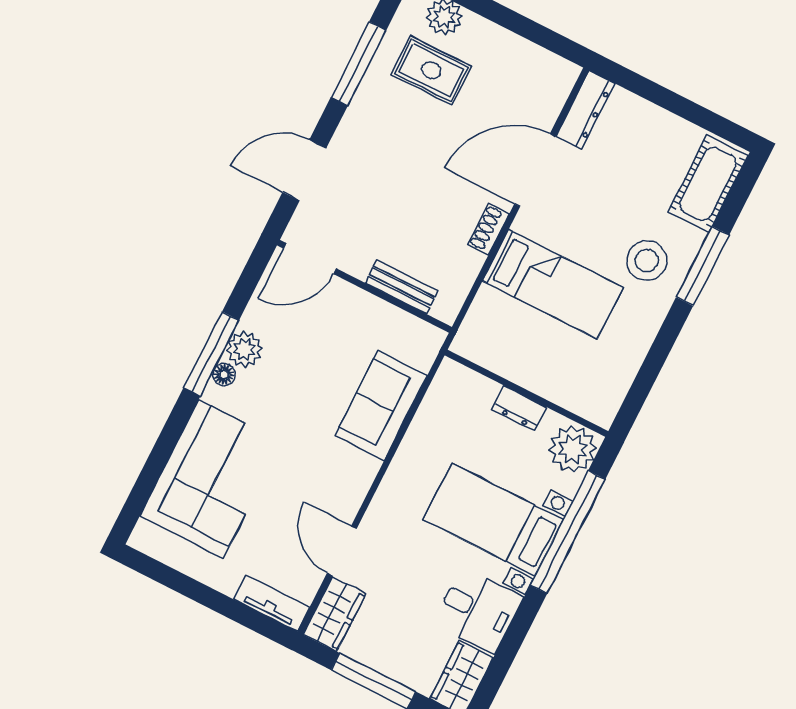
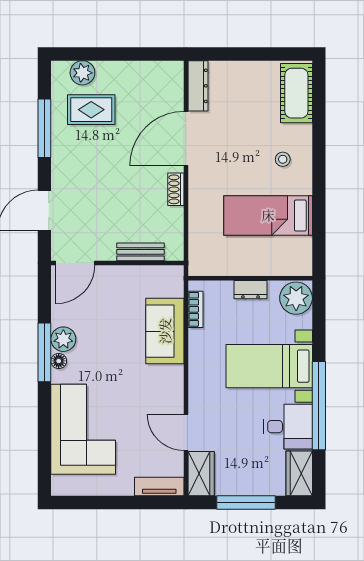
stool: (647, 261) -> (283, 159), width x0.53, depth x0.53
window: (703, 266) -> (319, 145), removed
bed: (553, 284) -> (268, 215), moved, turned 180
bookcase: (435, 397) -> (195, 309), added
window: (568, 532) -> (319, 406), moved

